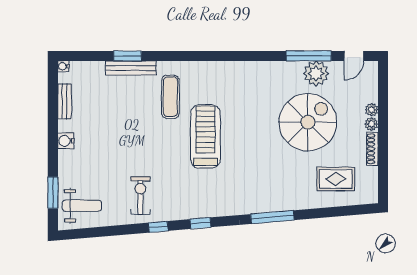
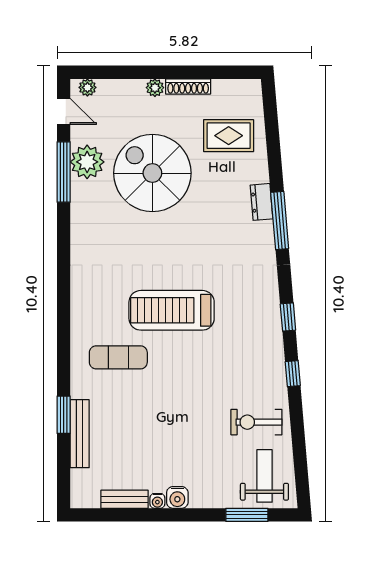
water cooler: (63, 66) -> (157, 501), moved
bench: (131, 68) -> (80, 434), moved
plant: (372, 110) -> (87, 87), moved
rug: (336, 179) -> (229, 136), turned 90
exercise bike: (140, 195) -> (256, 422), moved
dresser: (286, 204) -> (261, 202), added

